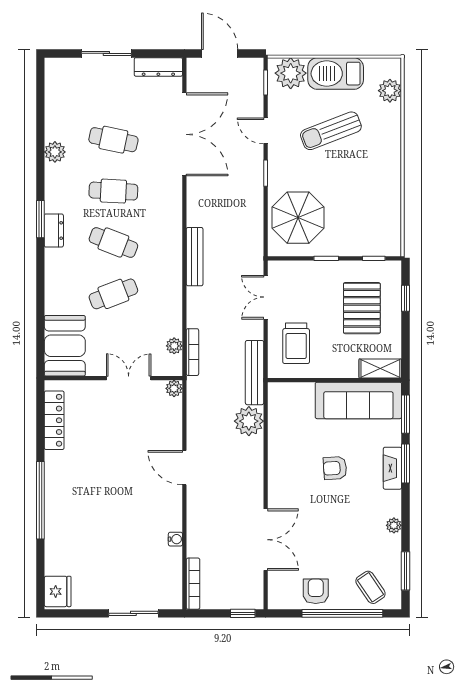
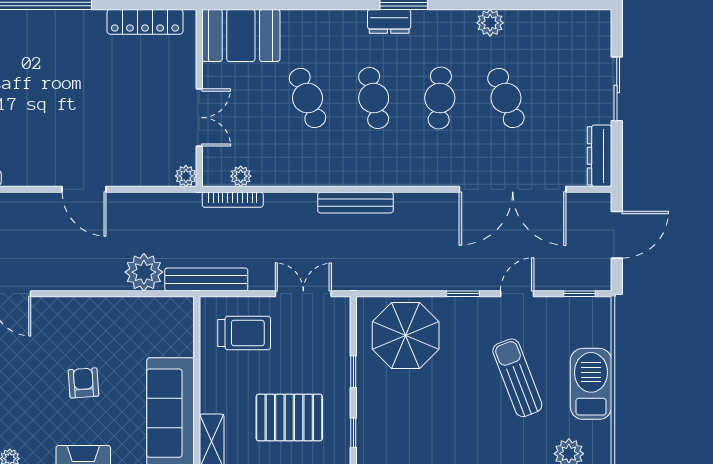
plant: (291, 73) -> (591, 326), removed
cafe table: (113, 140) -> (506, 98), turned -33
cafe table: (113, 242) -> (374, 98), turned -33
trolley: (296, 343) -> (244, 333), turned 180
door: (184, 468) -> (84, 189), swing flipped

